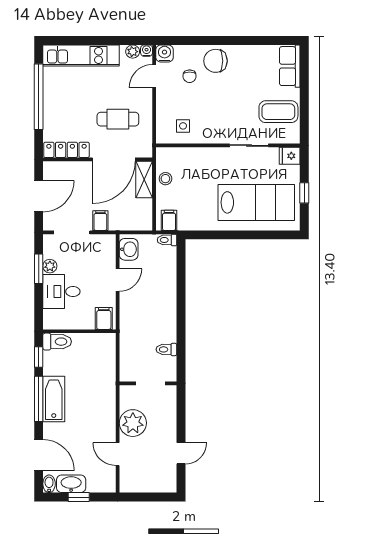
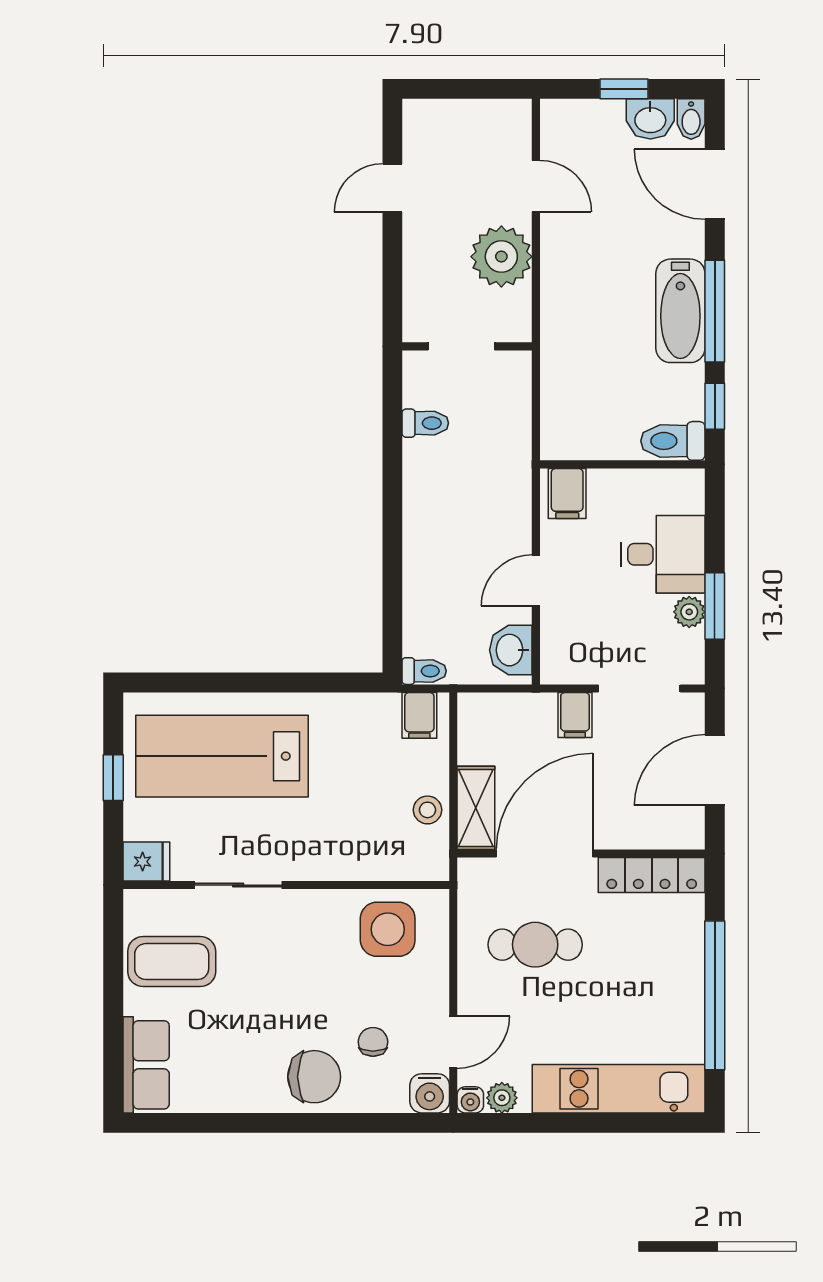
side table: (183, 126) -> (388, 929), width x1.87, depth x1.87
washbasin: (71, 484) -> (650, 119), width x0.72

